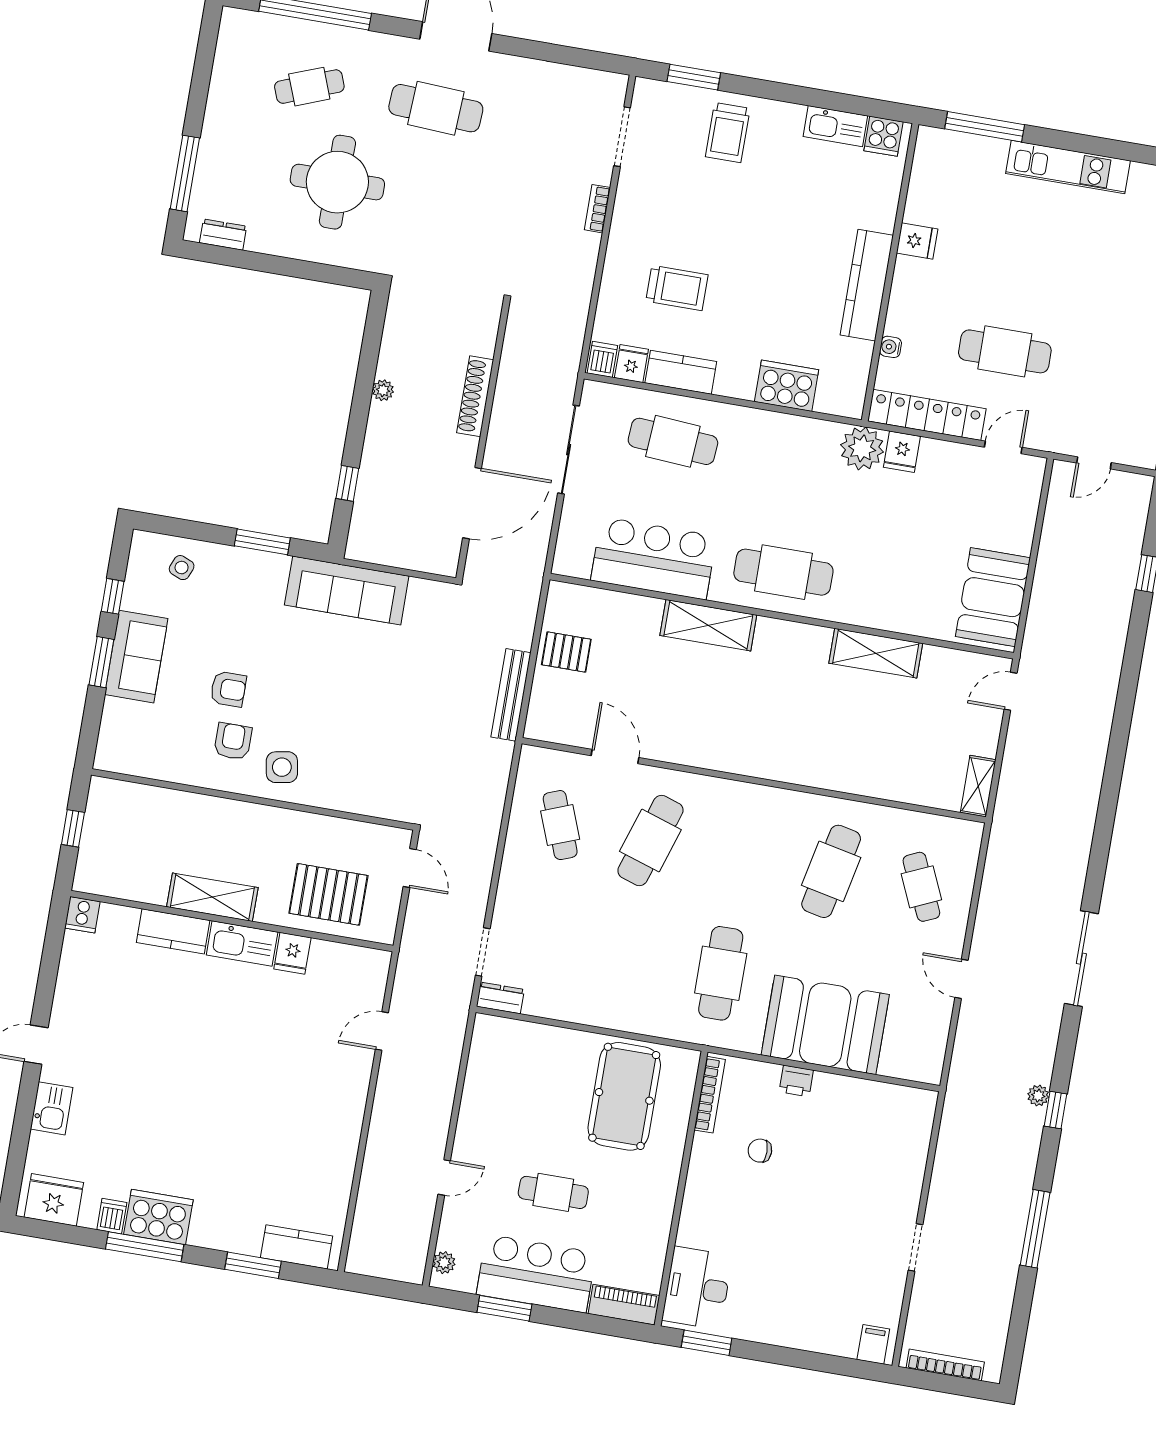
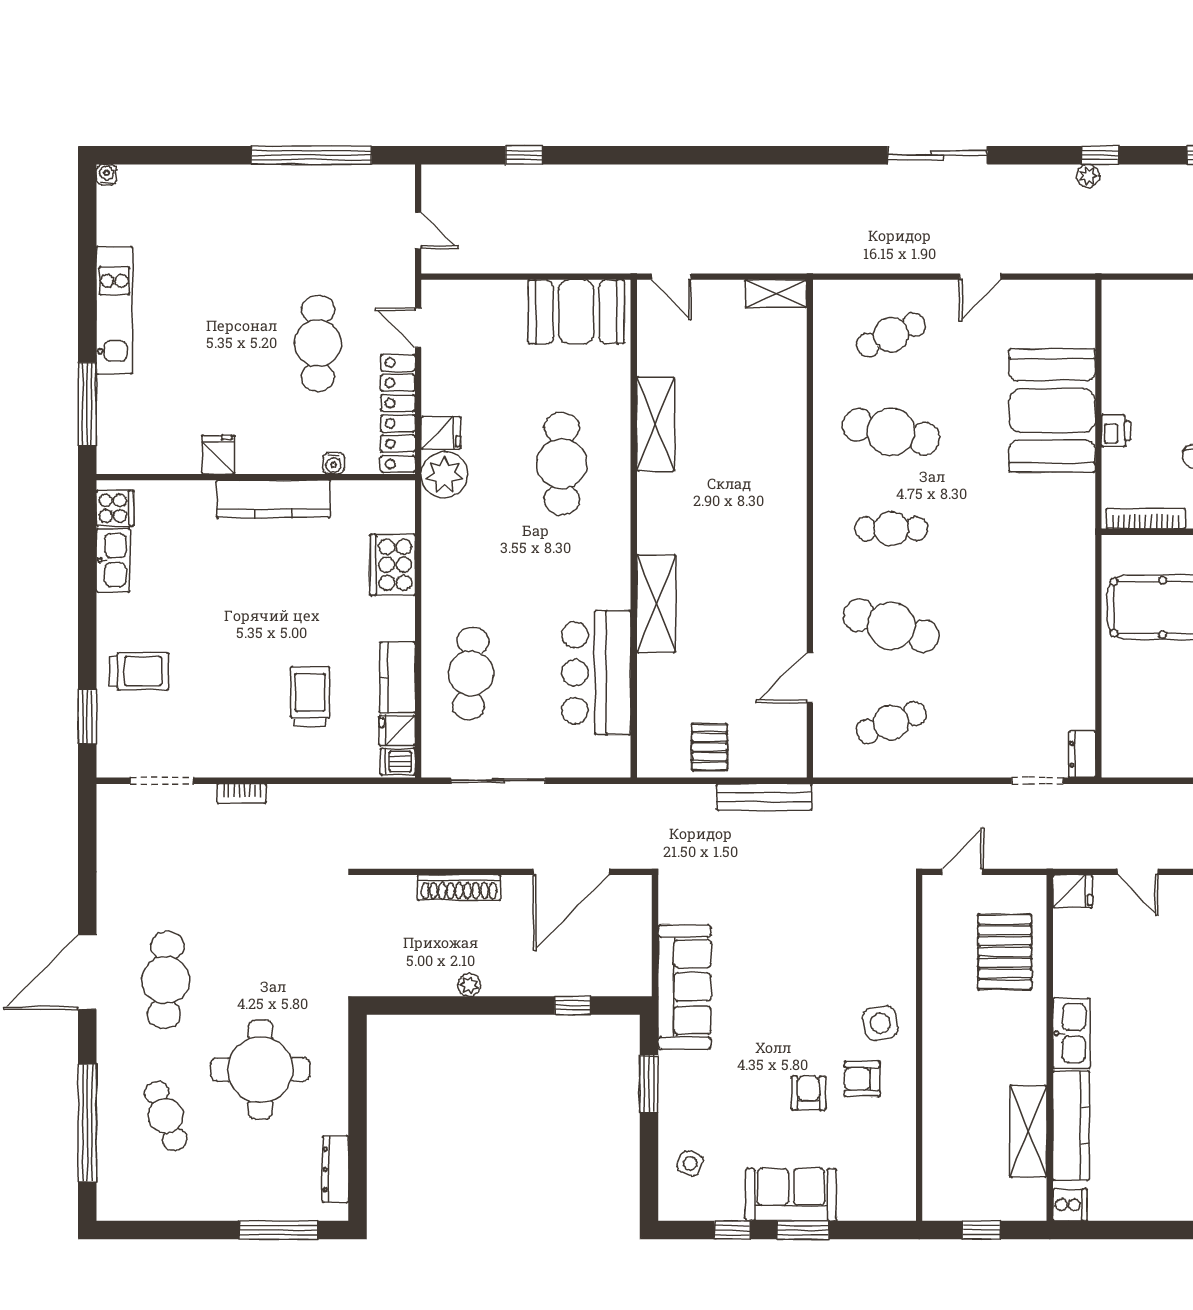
dresser: (223, 235) -> (335, 1169), width x1.44
door: (472, 503) -> (571, 872), swing flipped
cafe table: (783, 572) -> (562, 464), moved
shelving: (212, 897) -> (1028, 1131), moved
kitchen counter: (173, 931) -> (1071, 1125), width x1.50
fridge: (292, 953) -> (1073, 891), moved
cafe table: (721, 973) -> (891, 529), moved, width x0.73, depth x0.74

